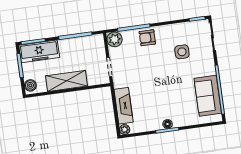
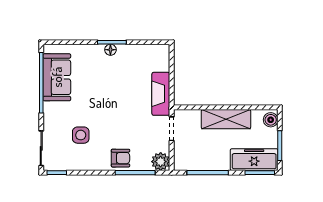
fireplace: (124, 106) -> (161, 94), moved
plant: (125, 130) -> (164, 50), removed

